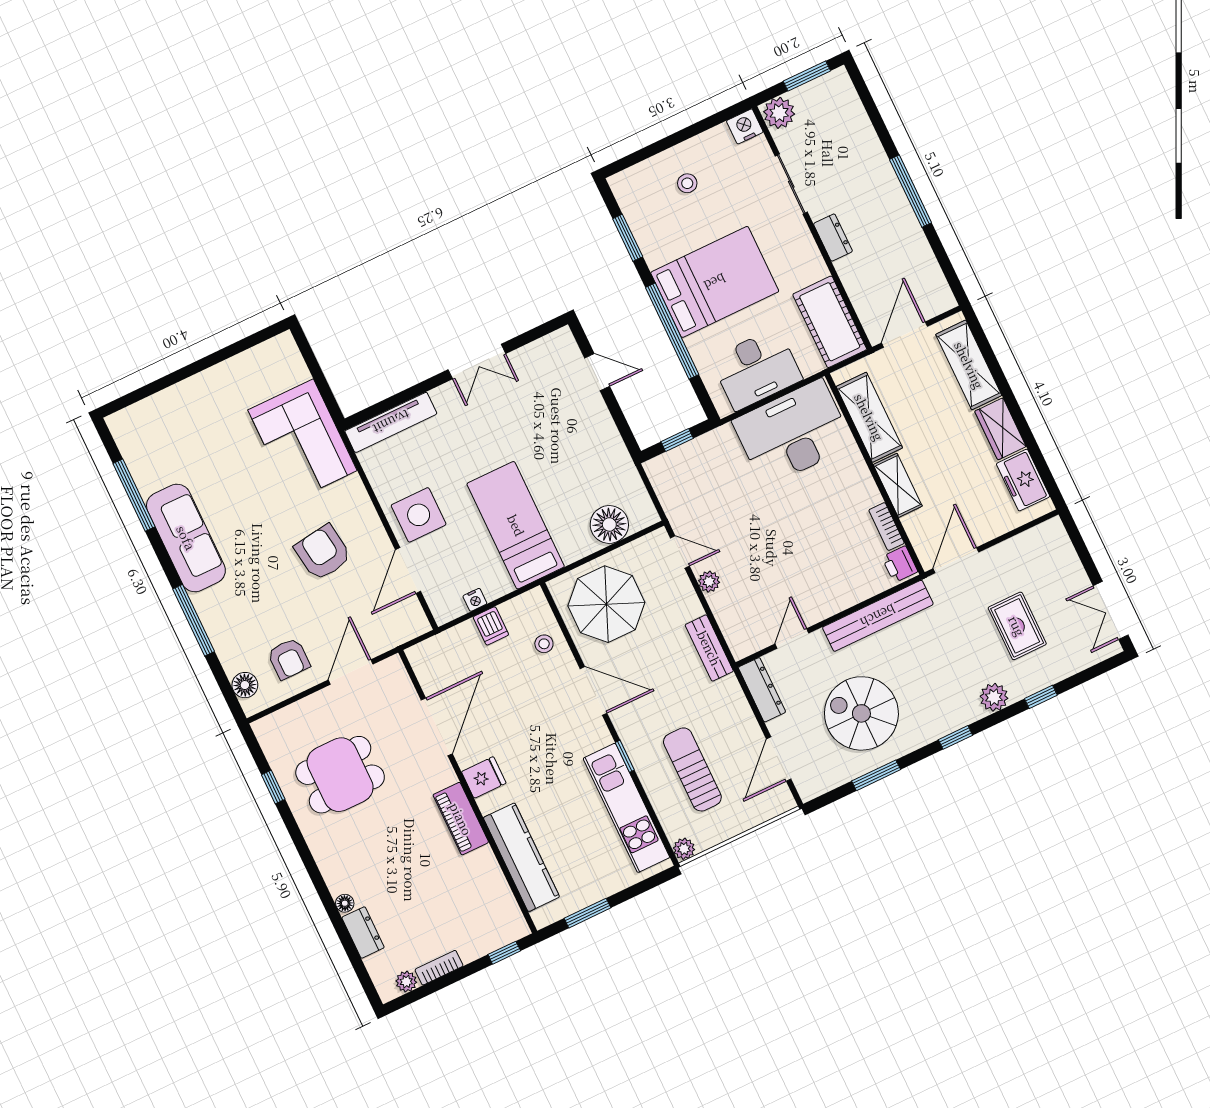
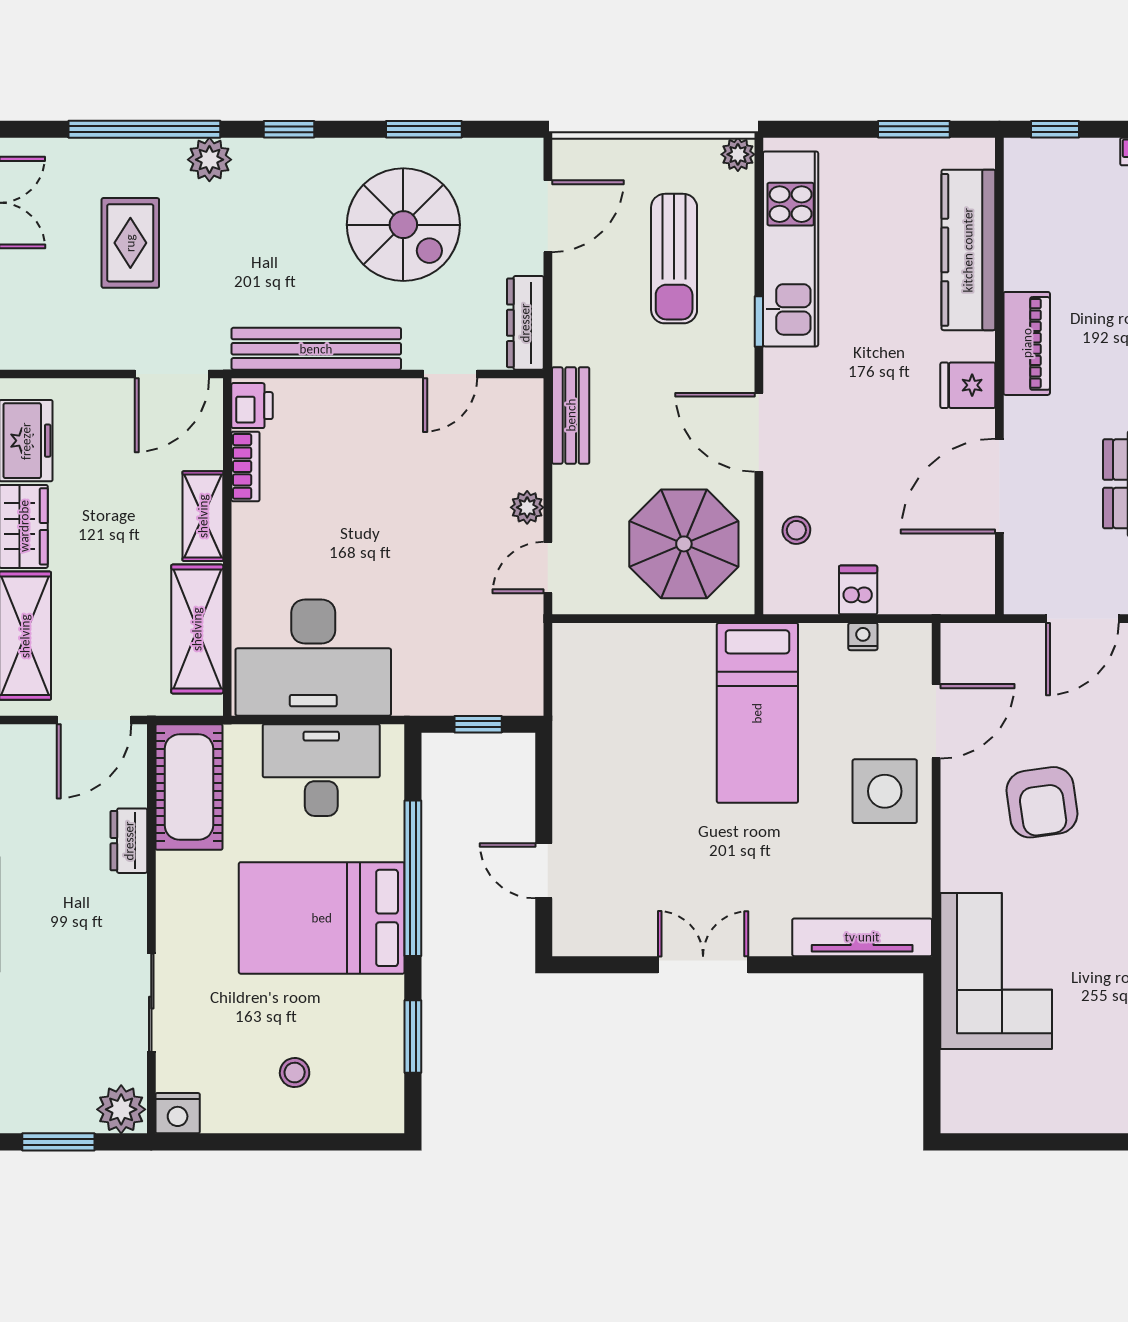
dresser: (833, 238) -> (129, 841), moved
floor lamp: (609, 524) -> (627, 652), removed
door: (680, 552) -> (548, 568), hinge flipped
window: (1041, 697) -> (144, 129), width x3.17

